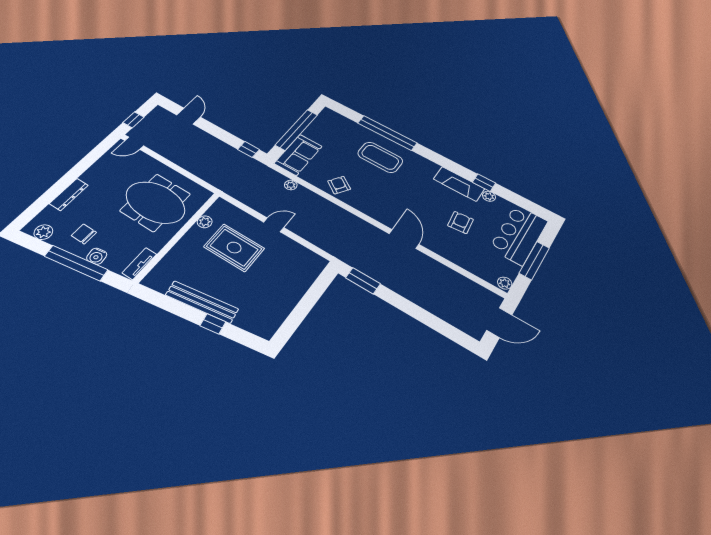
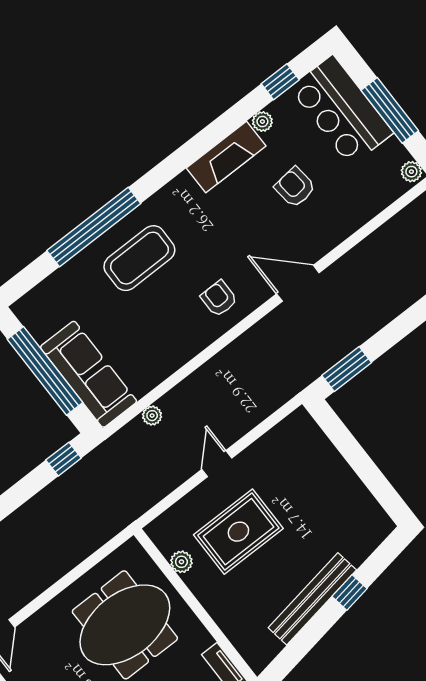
sofa: (298, 155) -> (89, 374), width x1.36
window: (484, 183) -> (280, 82), moved
armchair: (339, 185) -> (219, 299), moved, turned 56

